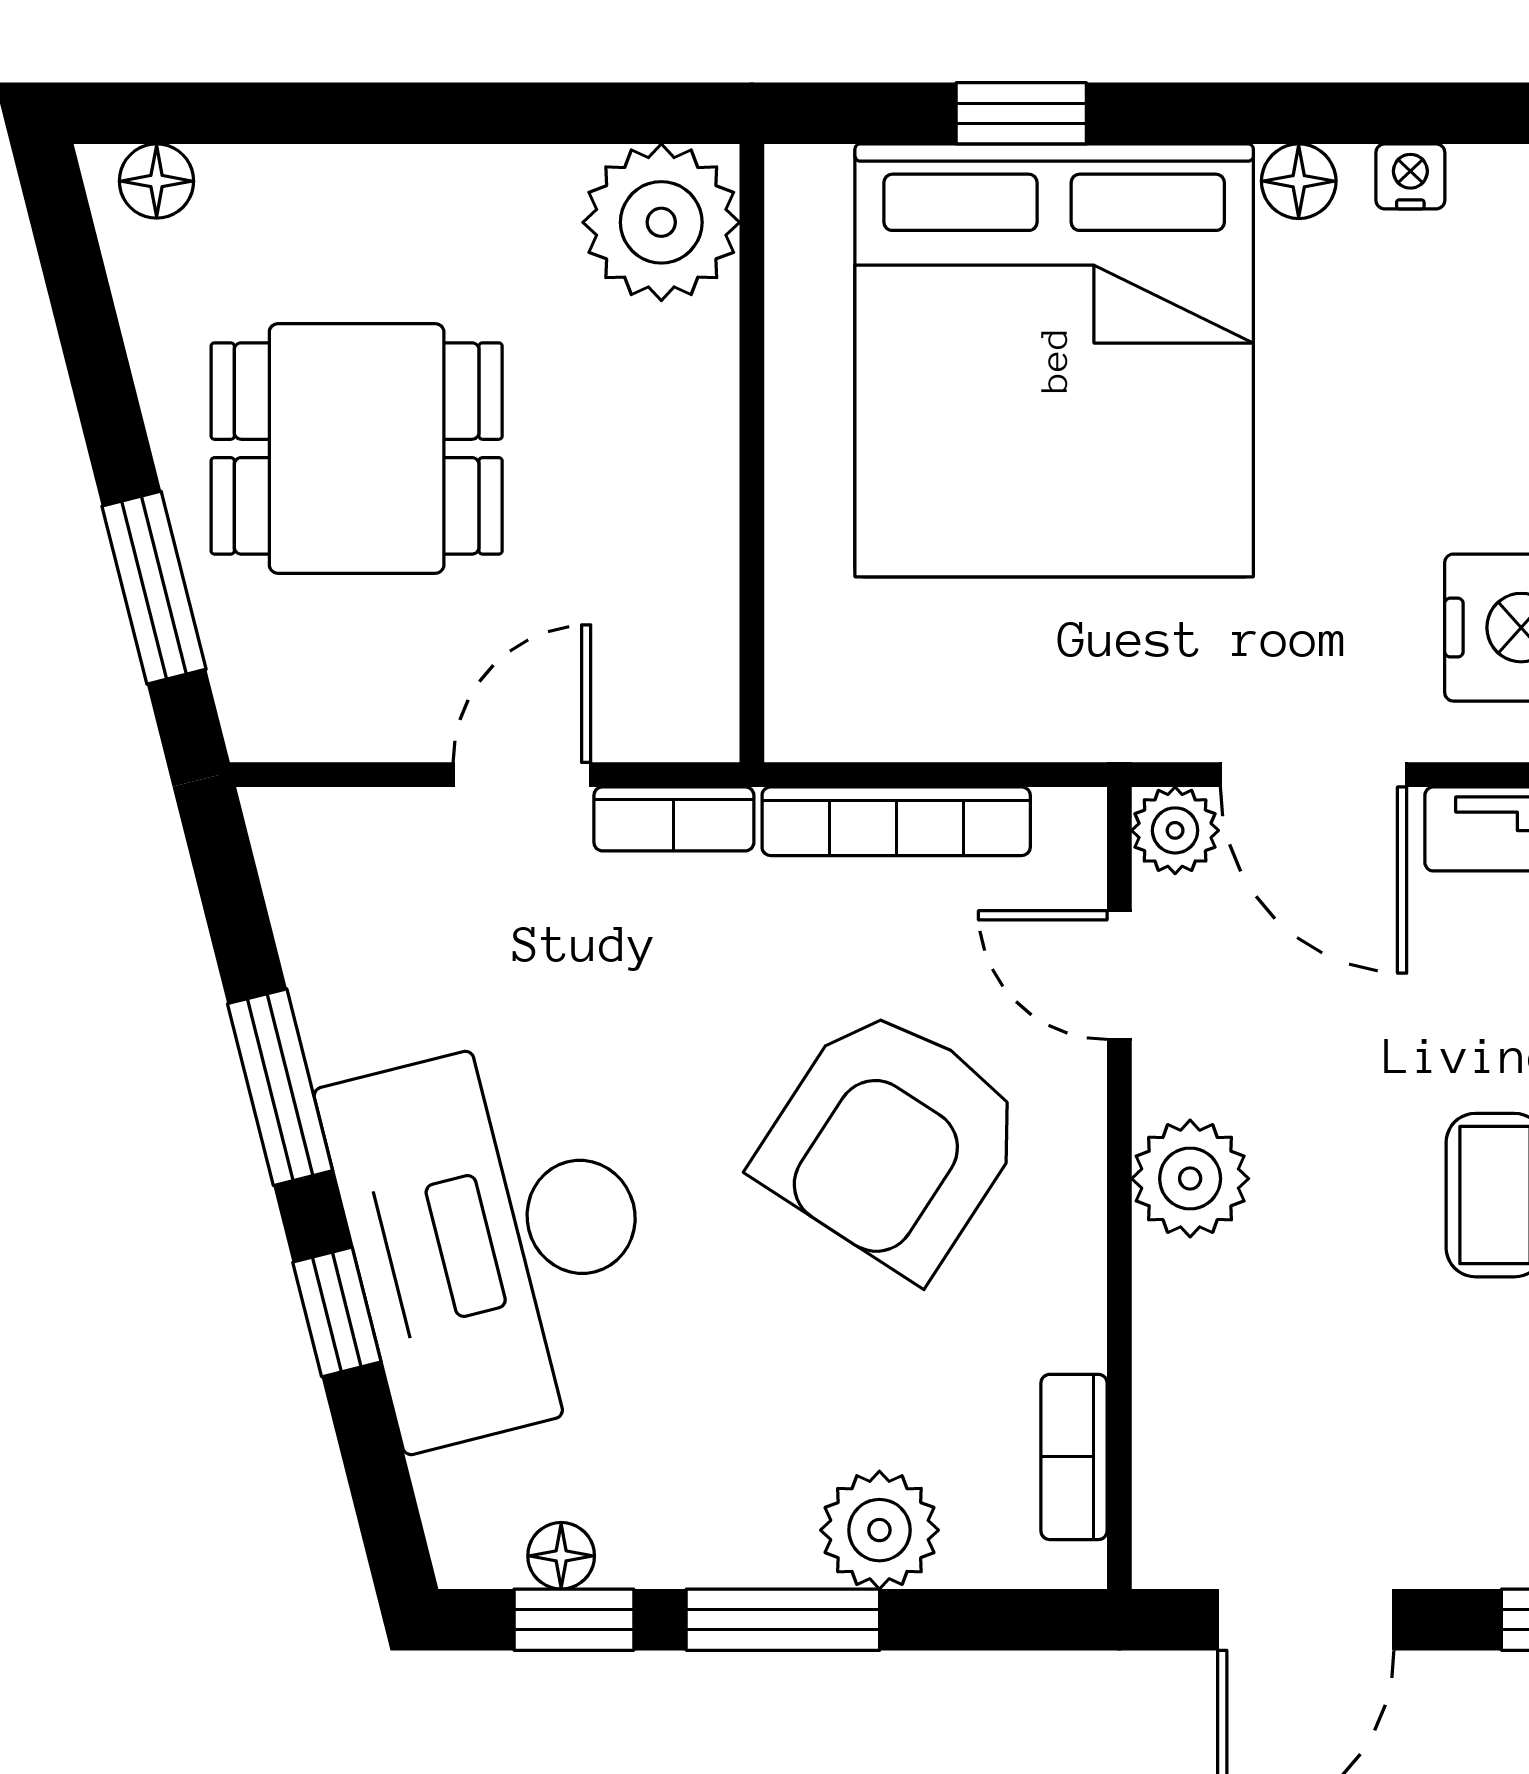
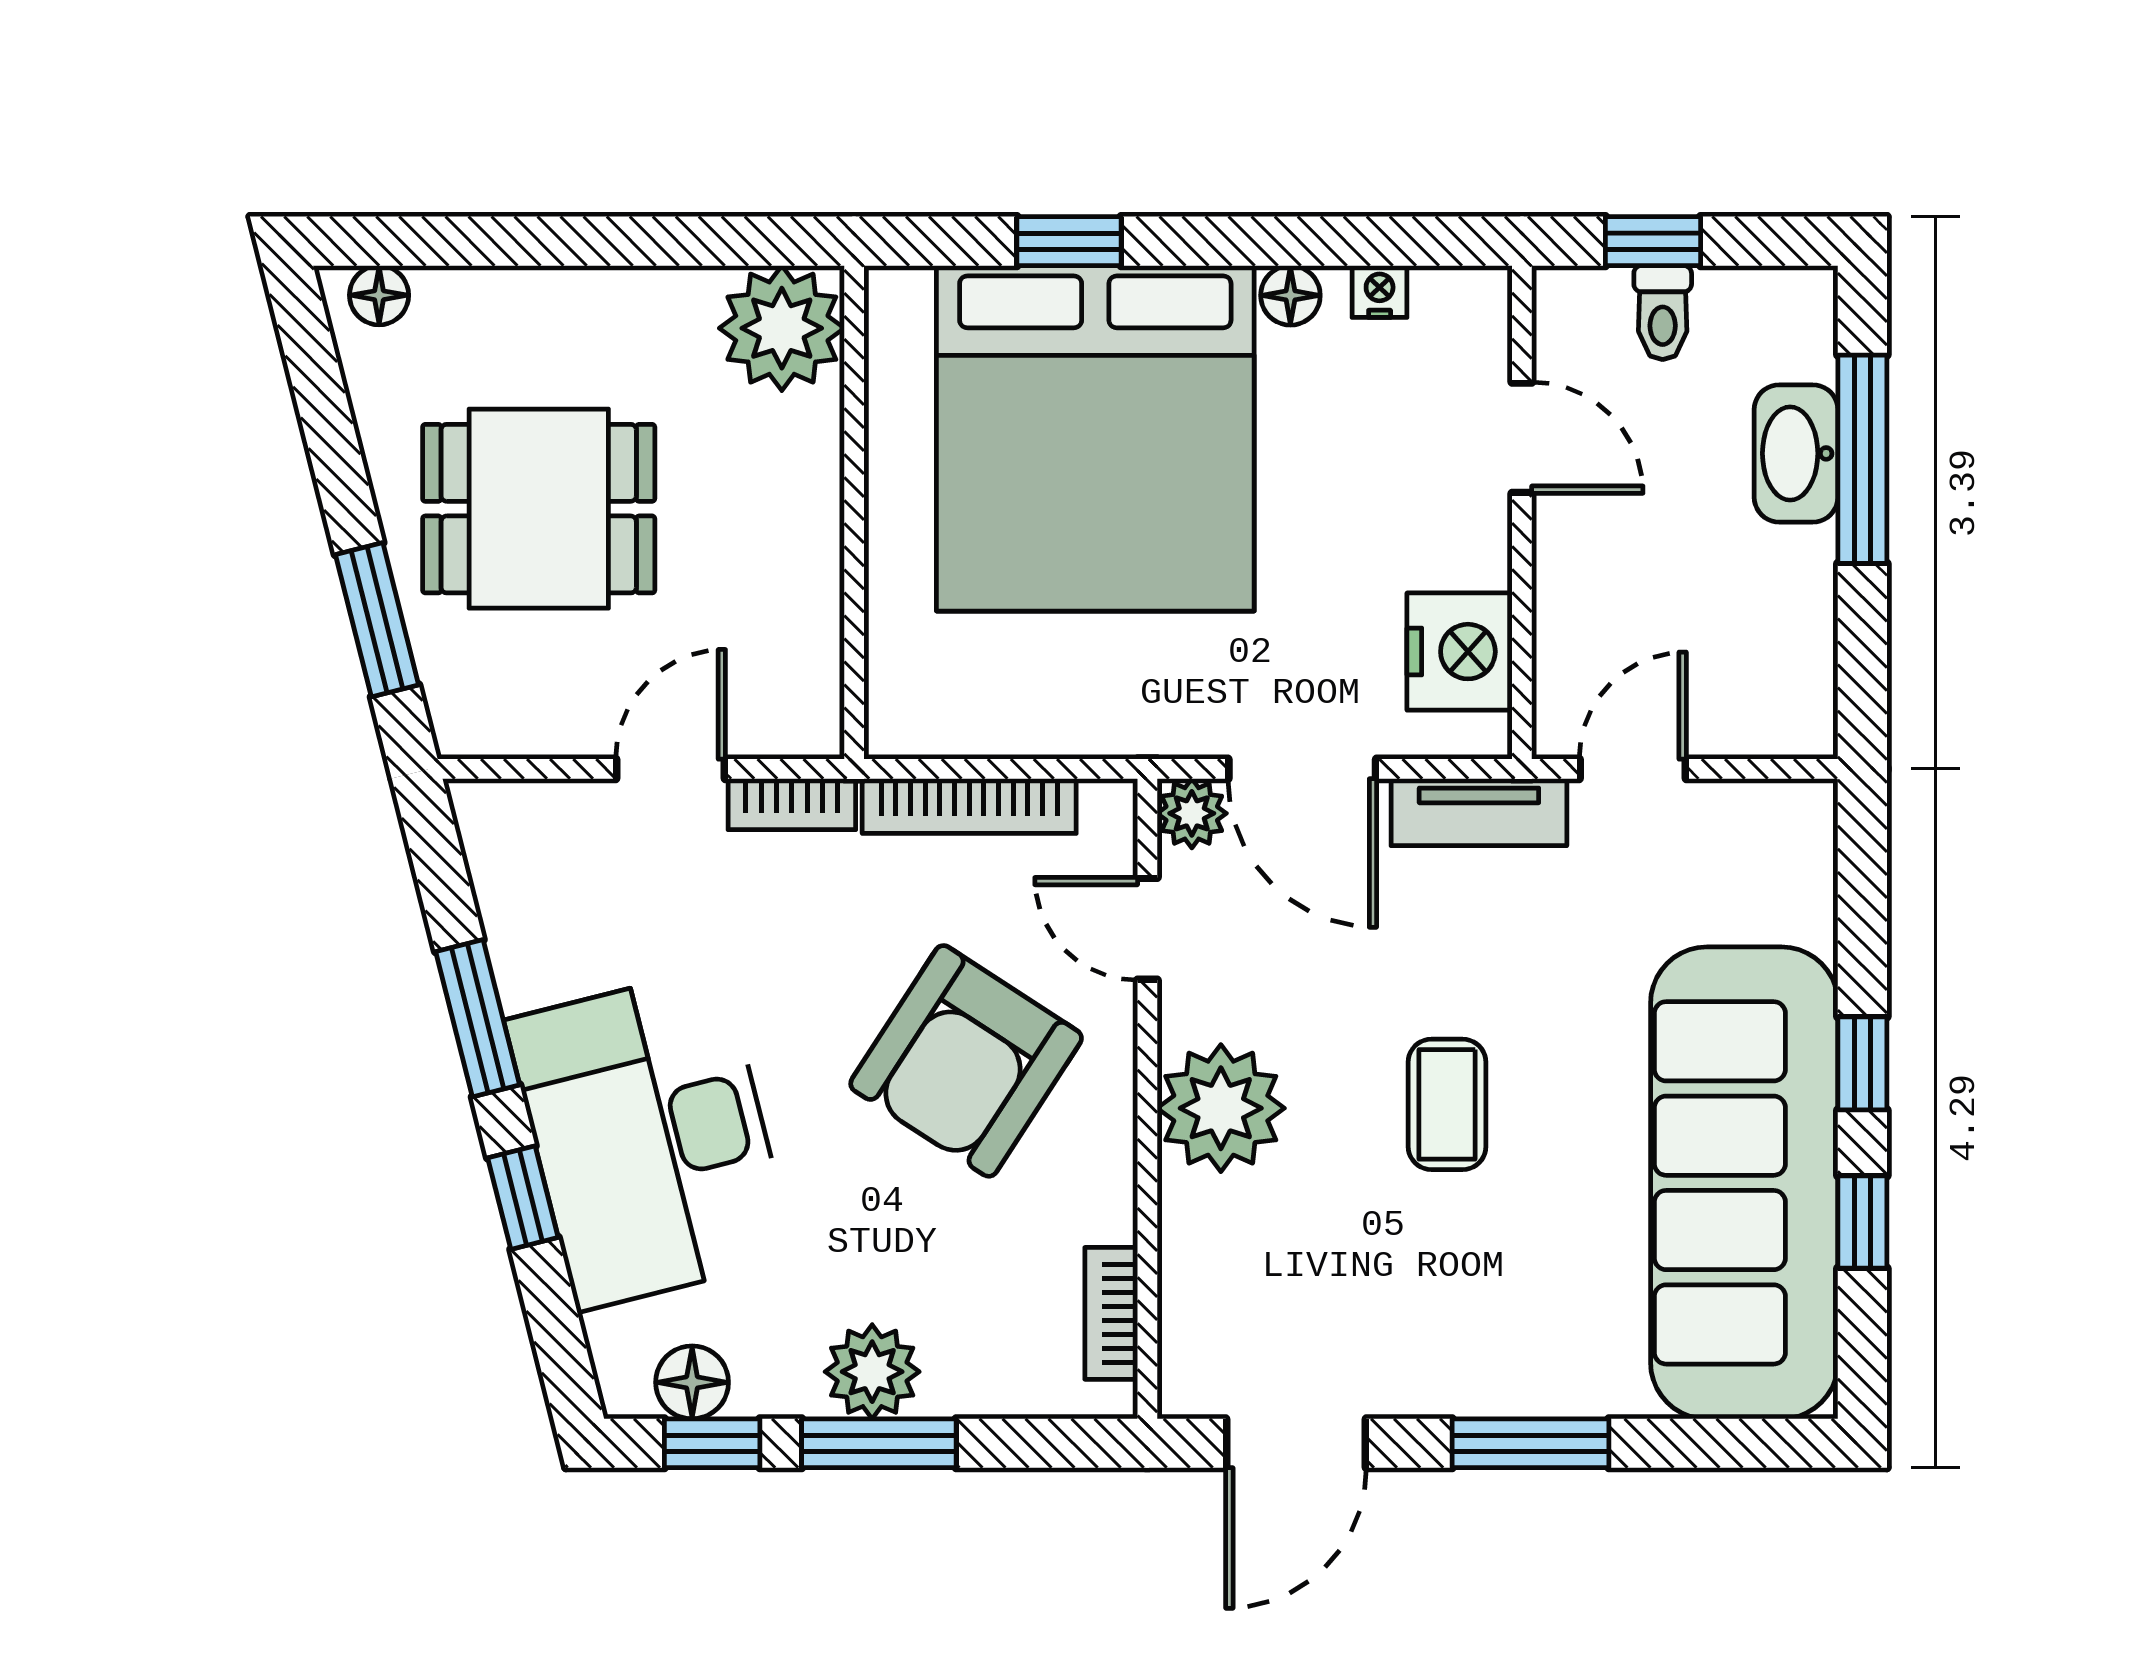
plant: (1190, 1179) -> (1221, 1108), width x1.36, depth x1.36
plant: (879, 1530) -> (872, 1372), moved
floor lamp: (561, 1556) -> (692, 1382), width x1.37, depth x1.37

